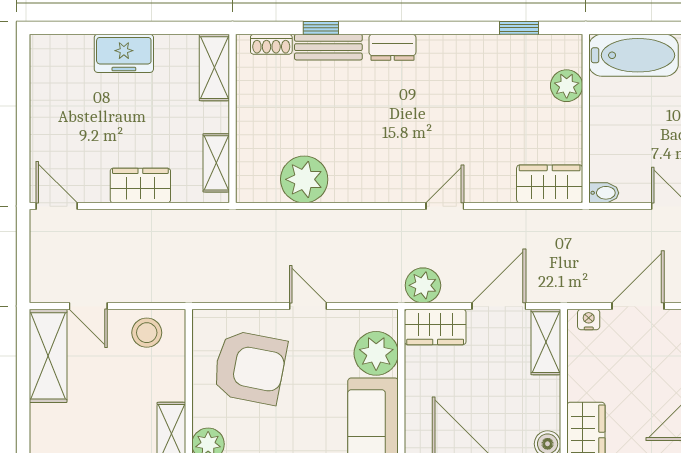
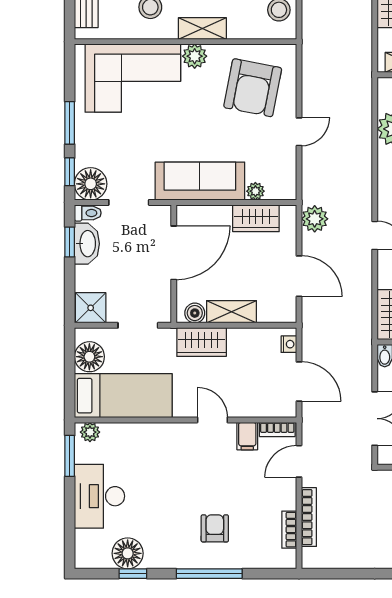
wardrobe: (435, 327) -> (256, 218), moved, turned -90
shelving: (546, 342) -> (231, 312), moved
plant: (376, 353) -> (255, 191), width x0.53, depth x0.53

